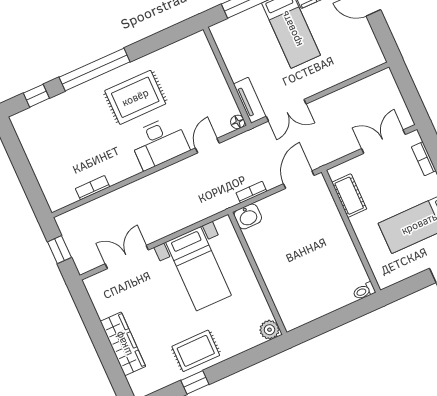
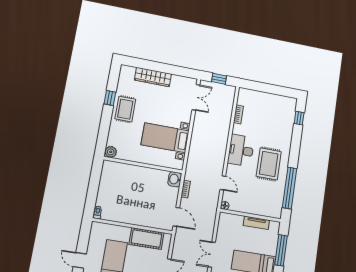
window: (95, 70) -> (290, 188), moved
tv unit: (250, 100) -> (256, 223), moved
double door: (286, 110) -> (212, 255), moved
desk: (159, 143) -> (241, 150), moved
cot: (349, 196) -> (147, 239), width x1.37, depth x1.34
double door: (127, 257) -> (196, 97), moved

